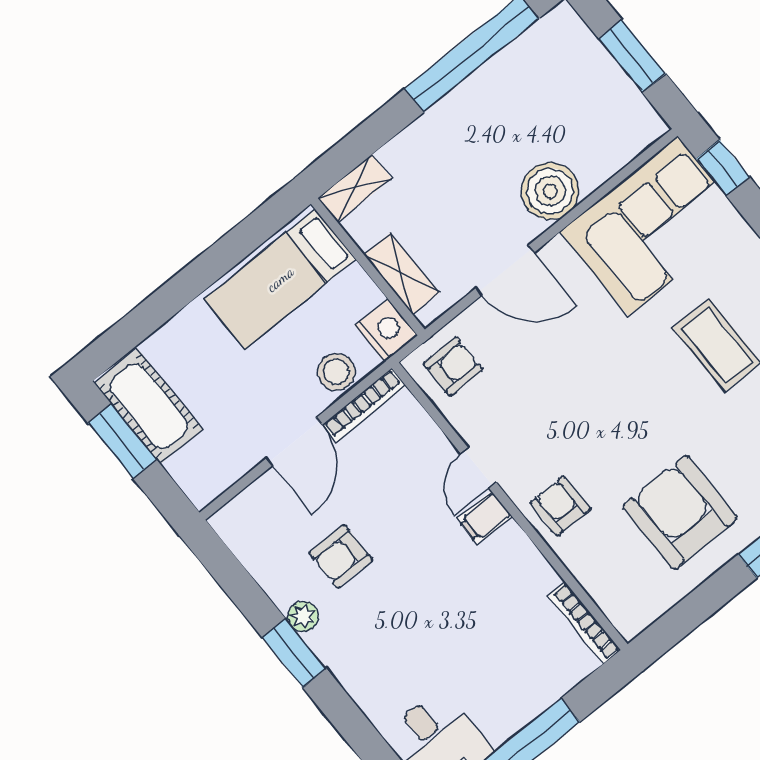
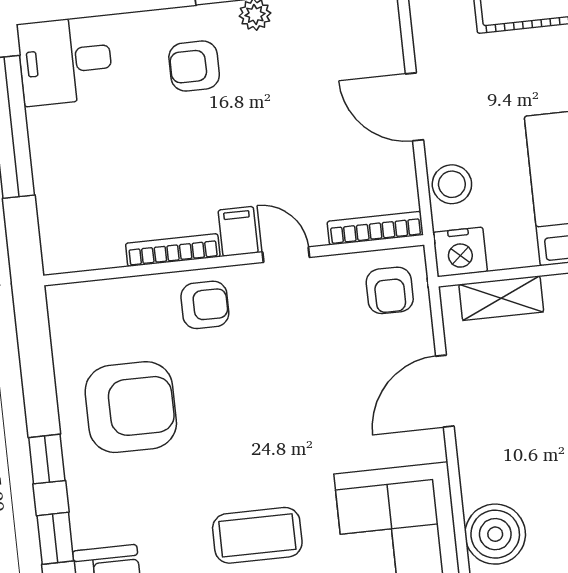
boiler: (550, 191) -> (495, 534), moved
bookcase: (364, 405) -> (375, 228), moved, turned 90
armchair: (341, 556) -> (194, 66), moved, turned -90
bookcase: (584, 623) -> (173, 250), moved

